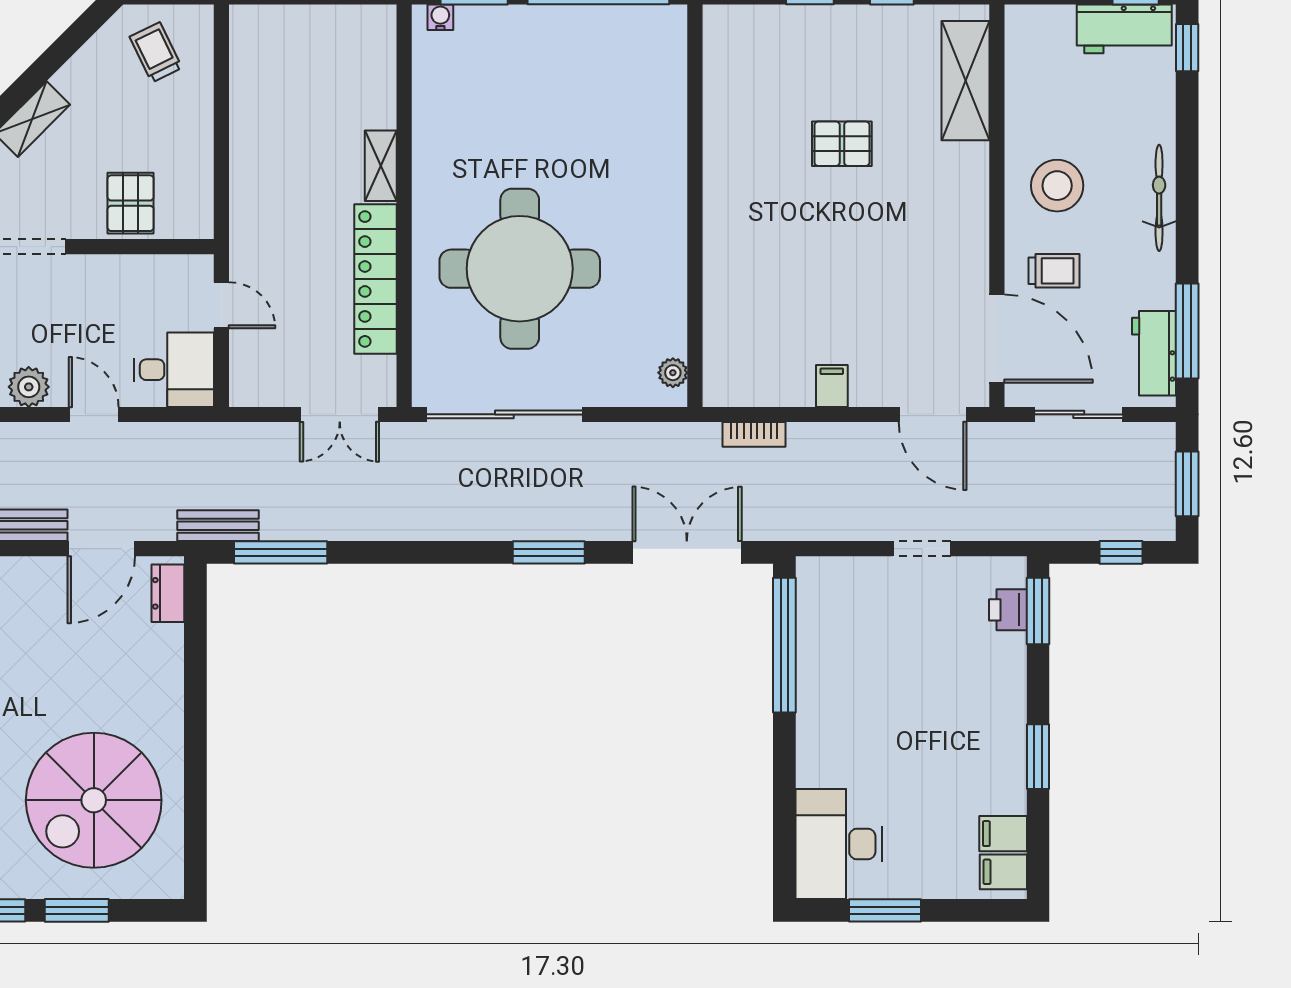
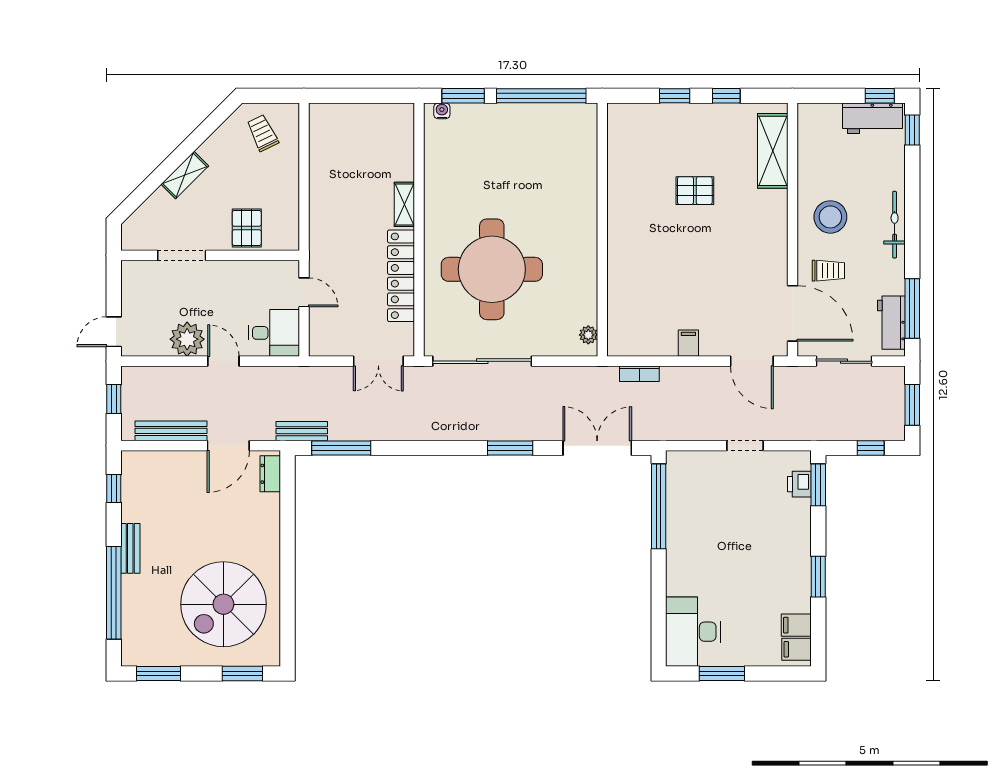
plant: (29, 387) -> (187, 339), width x1.36, depth x1.36
window: (77, 910) -> (242, 673), moved

